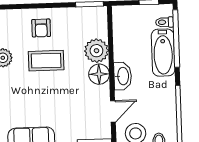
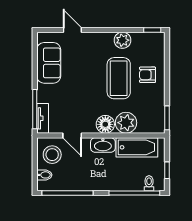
bathtub: (163, 53) -> (137, 147), moved, turned 180
coffee table: (46, 61) -> (119, 78), width x1.36, depth x1.32

